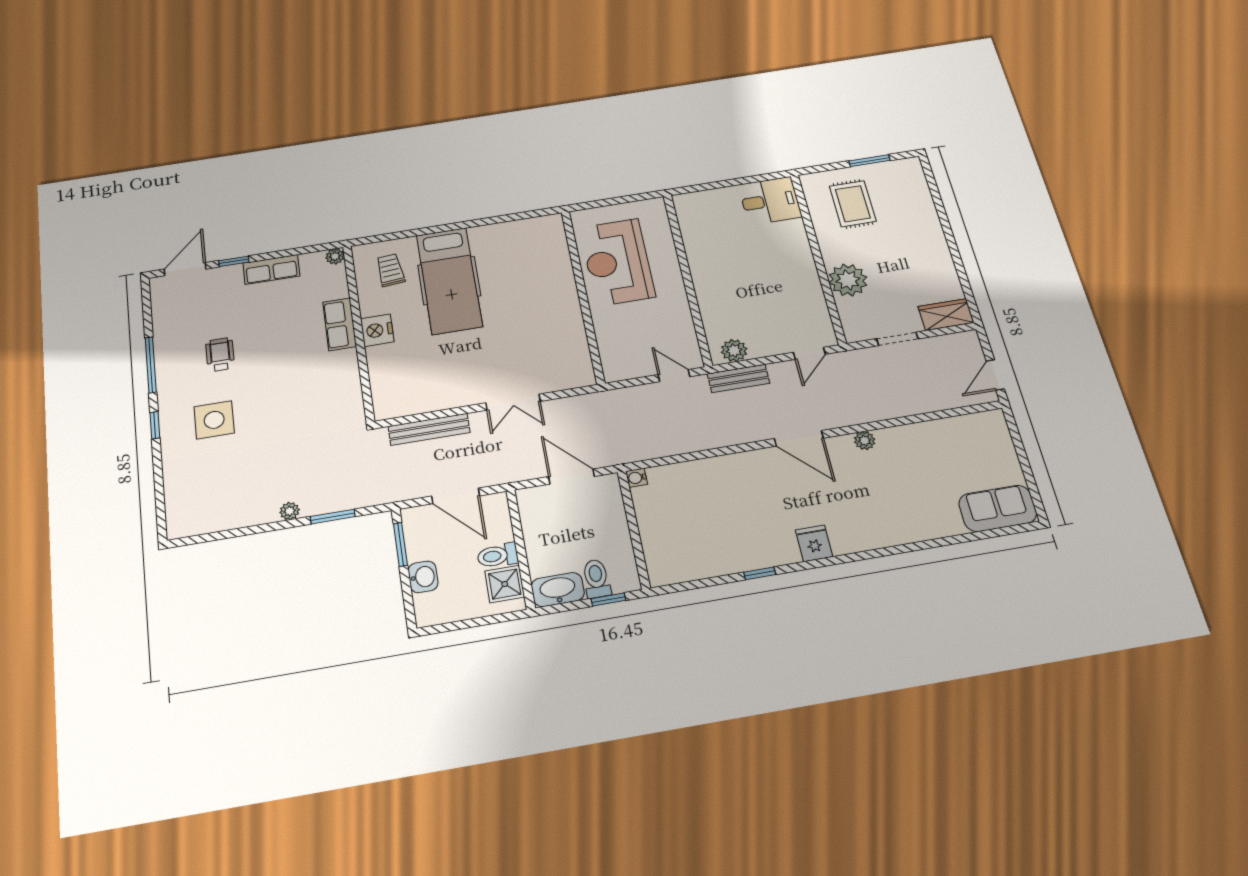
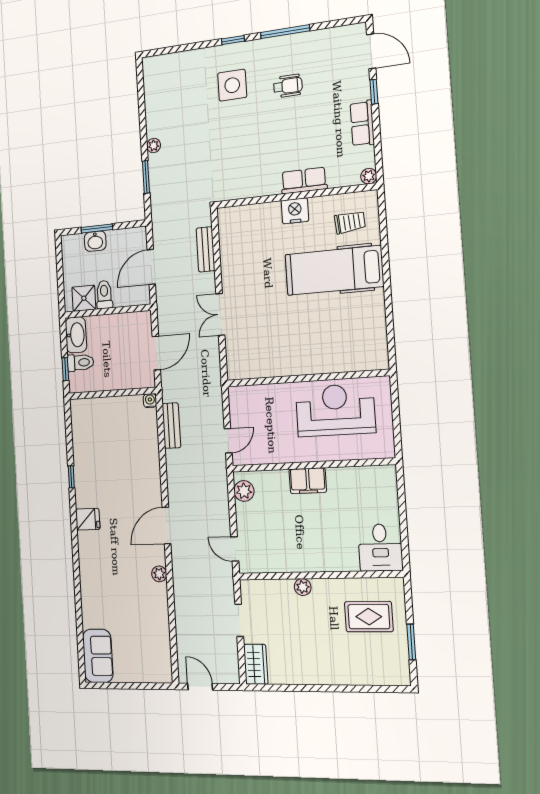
plant: (848, 280) -> (303, 587), width x0.53, depth x0.53
filing cabinet: (707, 282) -> (308, 481), added
bench: (738, 378) -> (171, 426), moved
bench: (429, 429) -> (205, 249), width x0.73
window: (400, 544) -> (97, 228), moved

